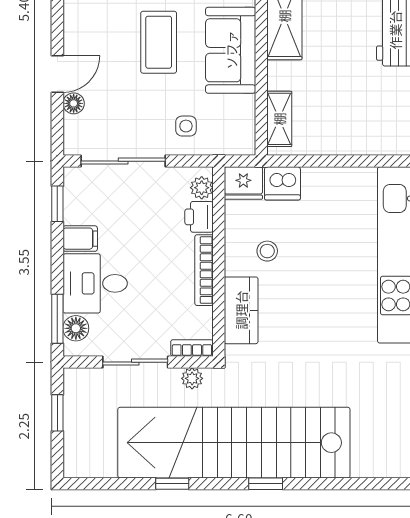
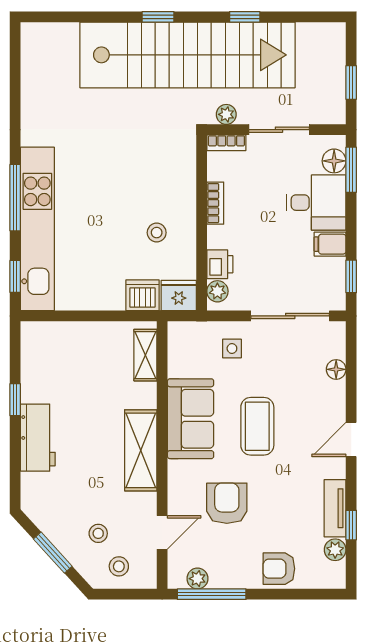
door: (57, 74) -> (351, 439), moved
bookcase: (204, 270) -> (215, 203), width x0.64
kitchen counter: (241, 310) -> (181, 178), removed

